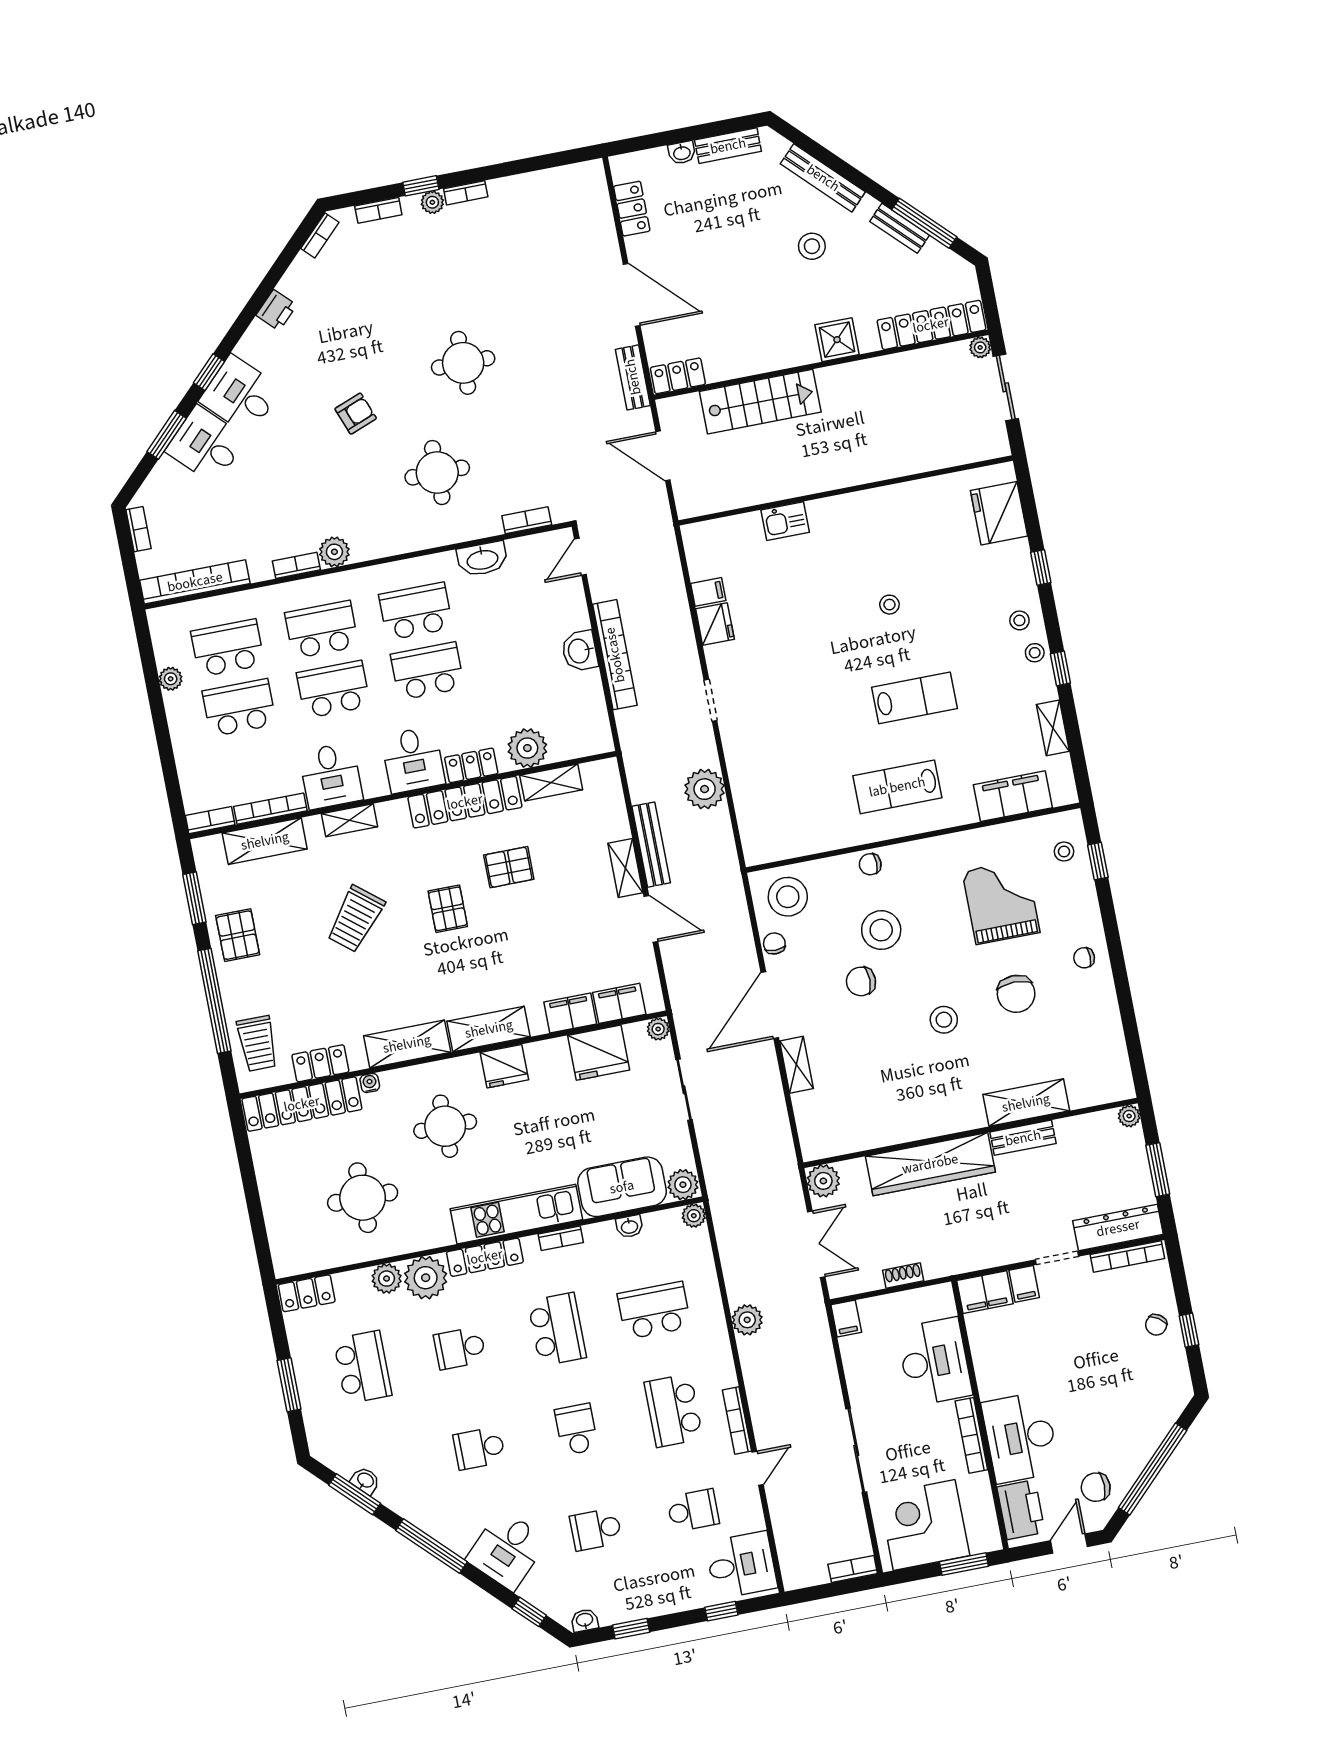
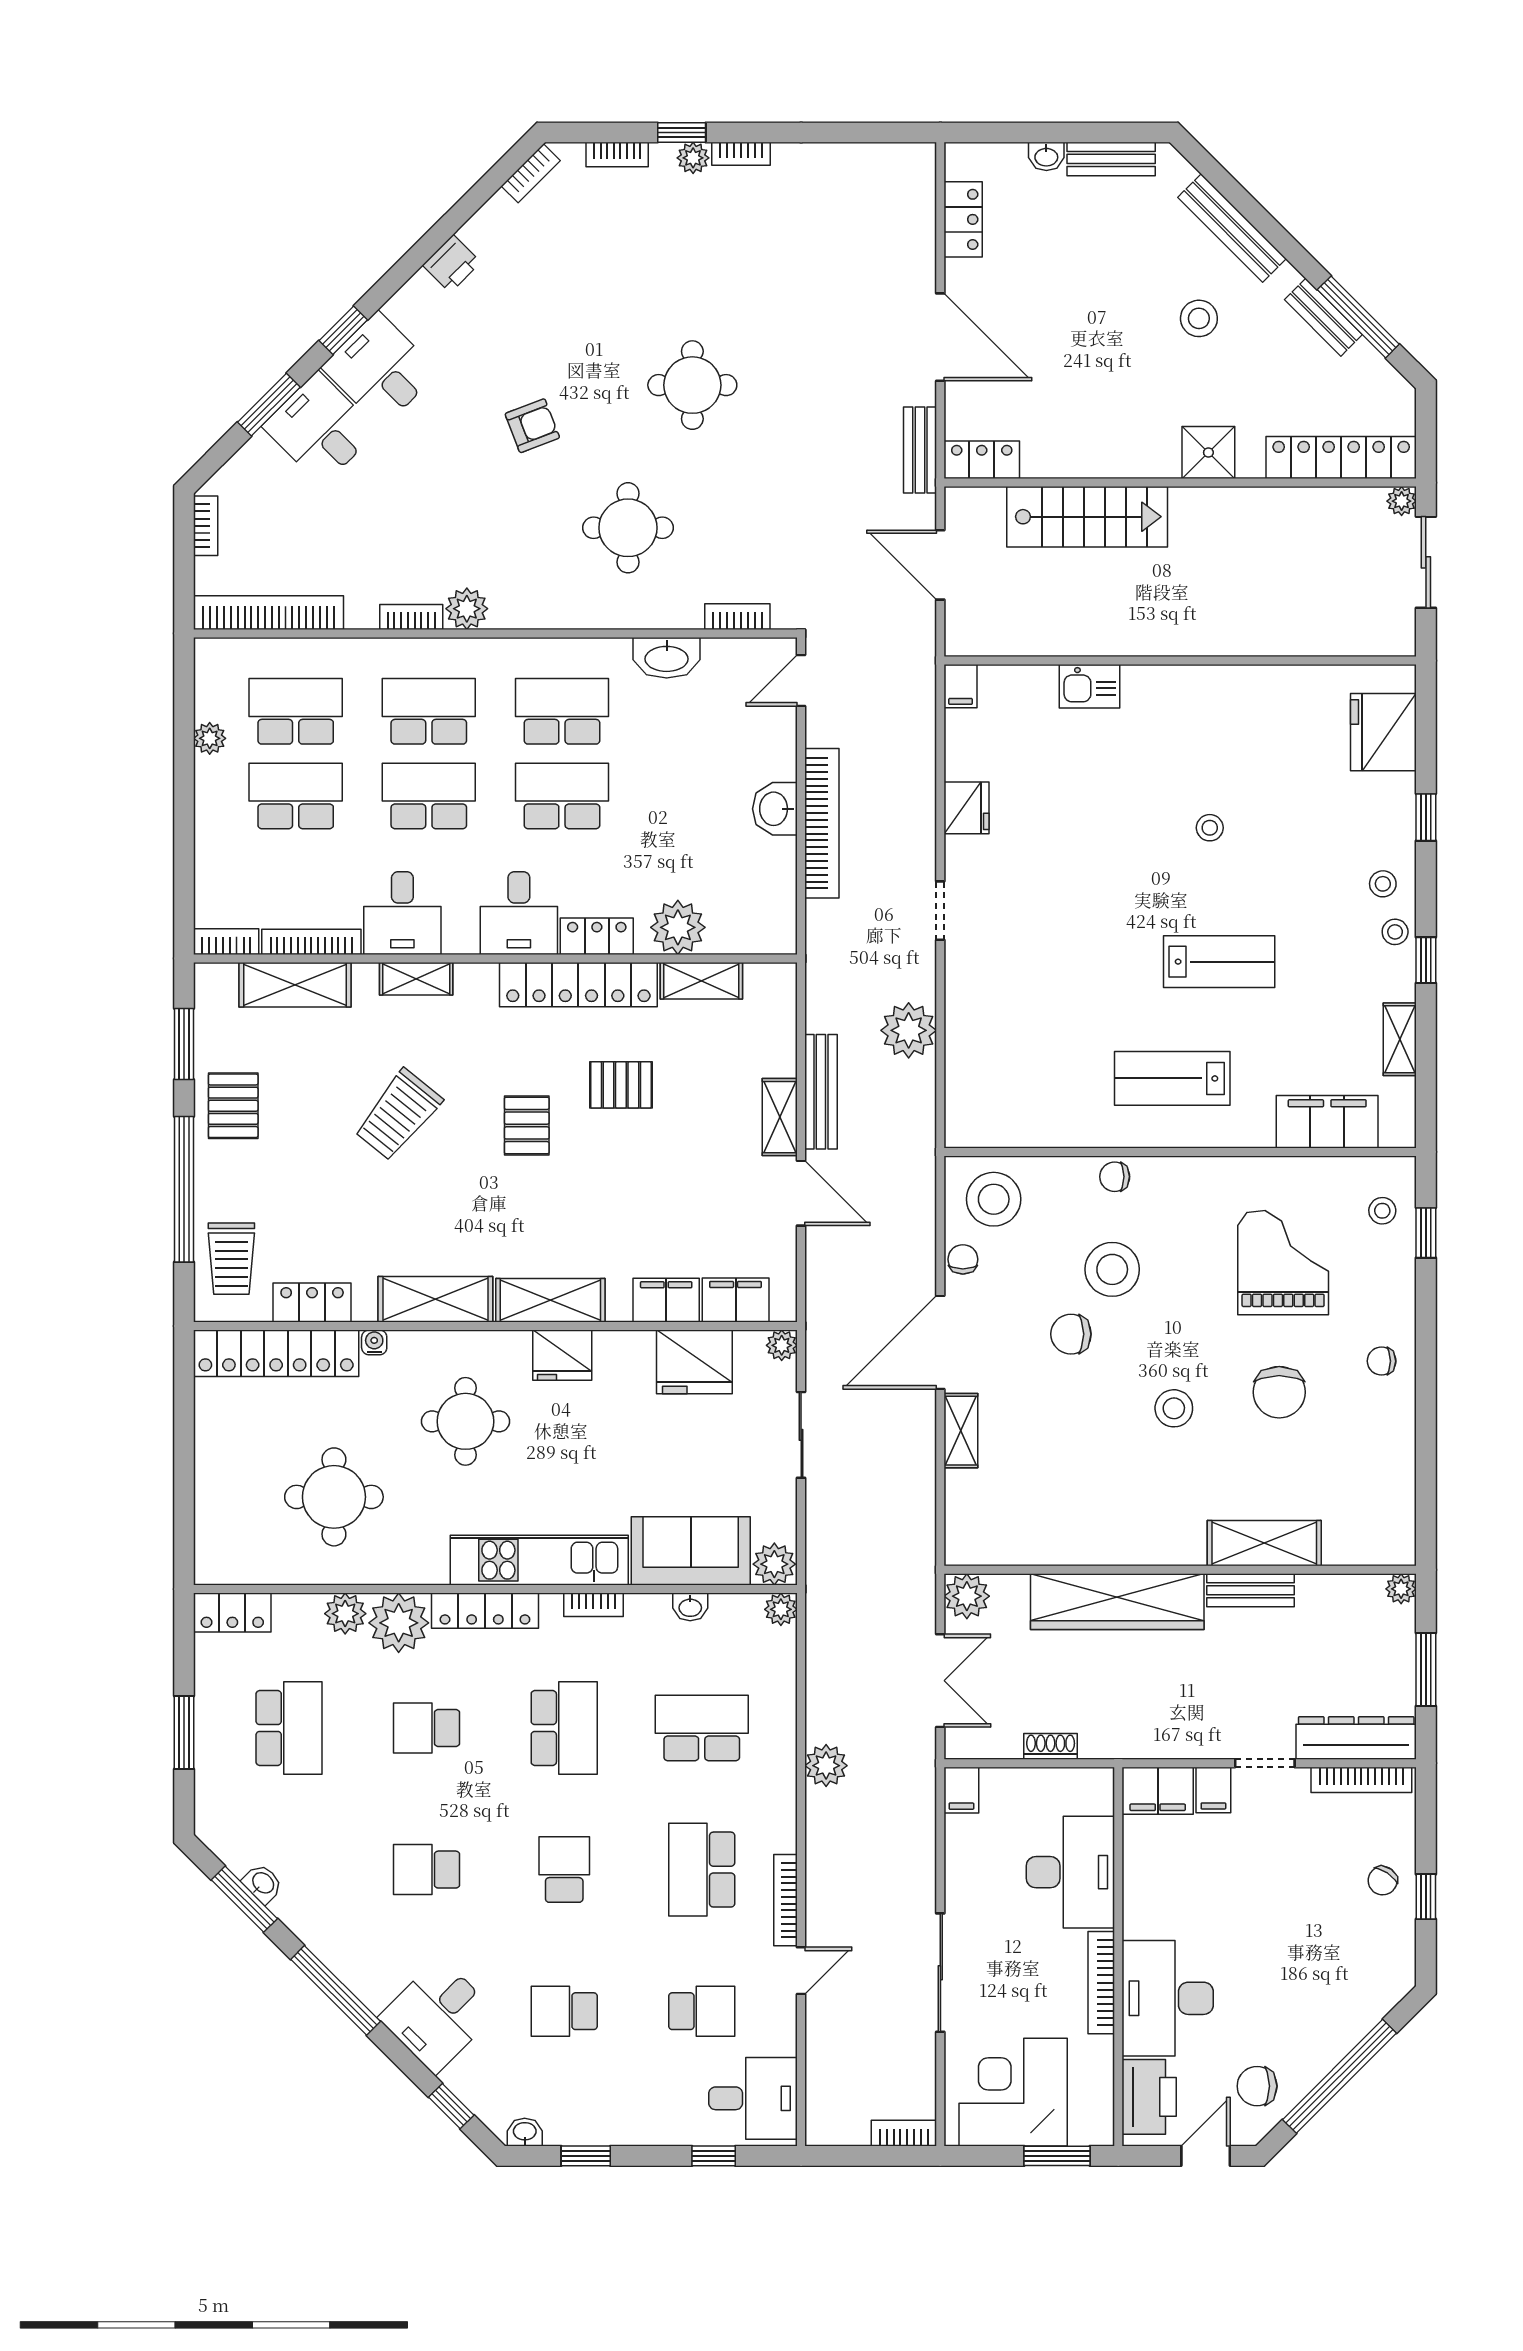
filing cabinet: (708, 592) -> (961, 686), moved, turned 90

